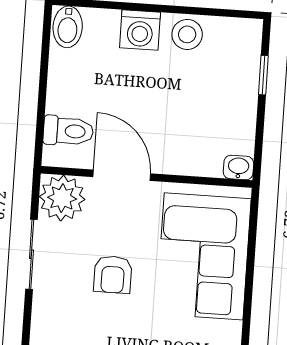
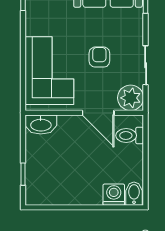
washing machine: (140, 30) -> (114, 195), moved
stool: (187, 34) -> (67, 194), removed
washbasin: (238, 168) -> (41, 125), width x1.91, depth x1.45

